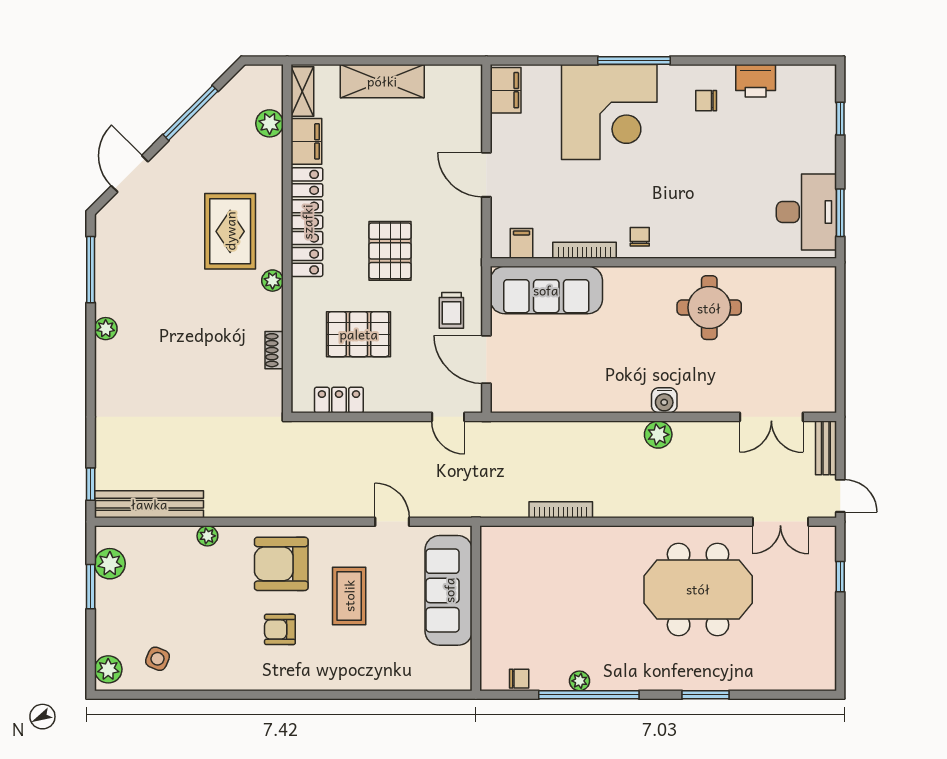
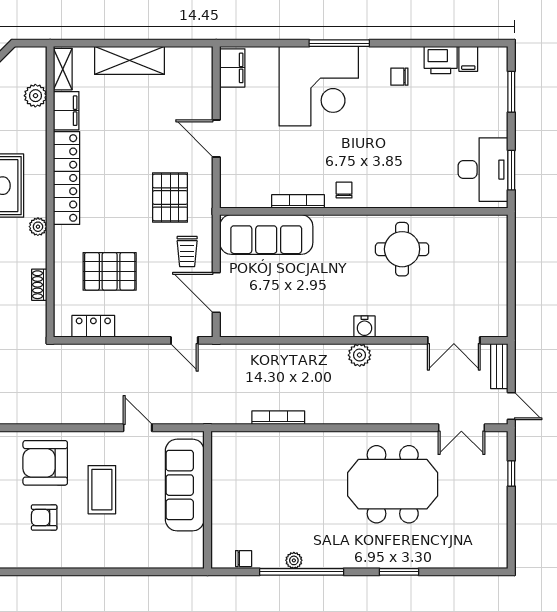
window: (840, 119) -> (511, 92), width x1.50
filing cabinet: (521, 243) -> (468, 59), moved, turned 180
pallet: (390, 251) -> (170, 197), moved

